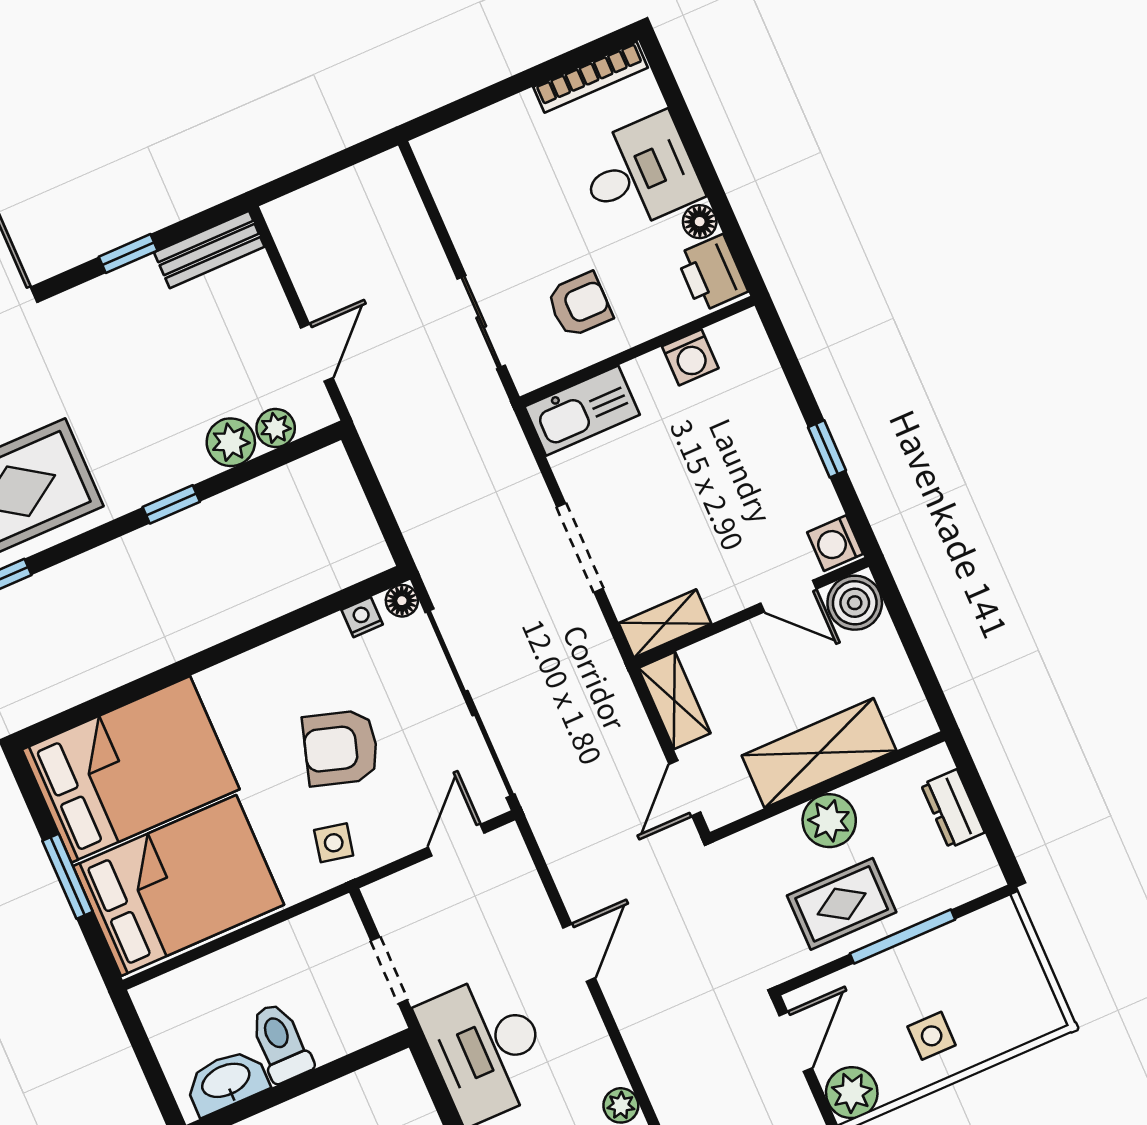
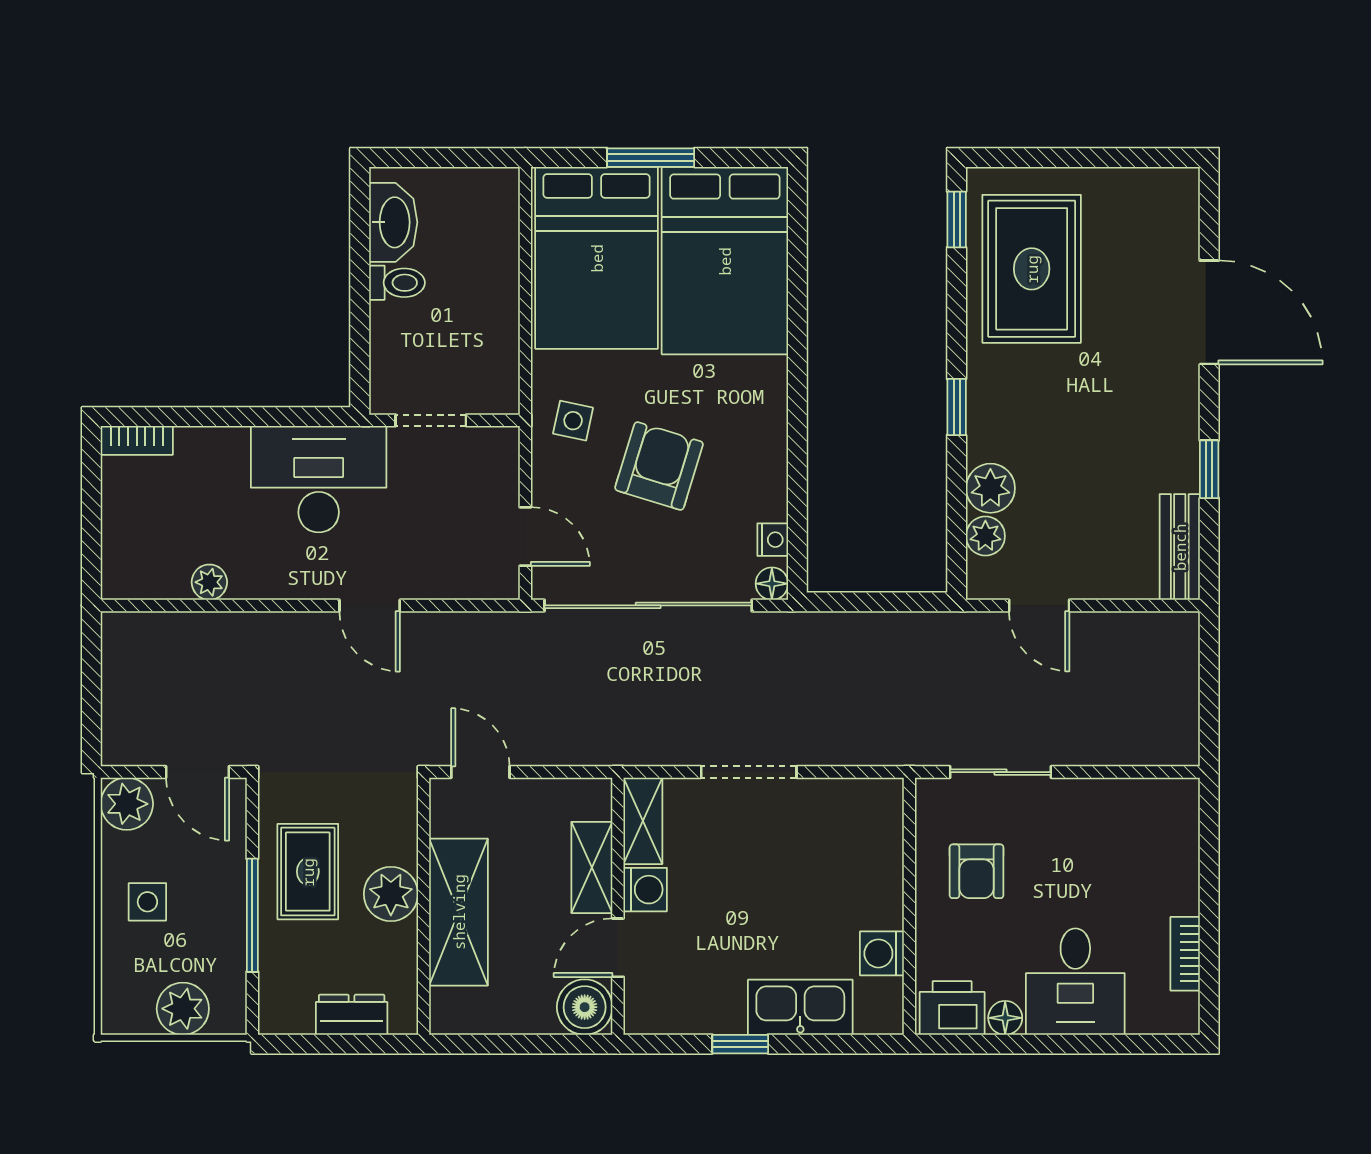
bookcase: (590, 77) -> (1185, 954), width x0.64
kitchen sink: (582, 411) -> (800, 1007), moved, turned 90
washing machine: (835, 543) -> (645, 890), moved, turned 90
shelving: (674, 701) -> (592, 867), moved, turned 90
plant: (1014, 962) -> (183, 1009), added
toilet: (281, 1043) -> (397, 283), width x0.73, depth x0.72

